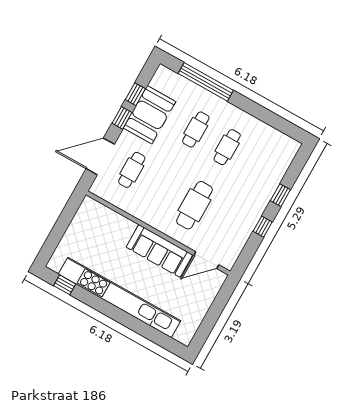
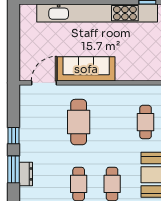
dresser: (271, 184) -> (26, 174), added
window: (280, 195) -> (14, 169), width x1.50

